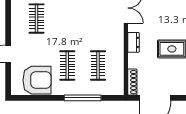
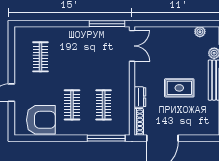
dresser: (133, 42) -> (140, 97), moved
window: (83, 98) -> (106, 138), moved

